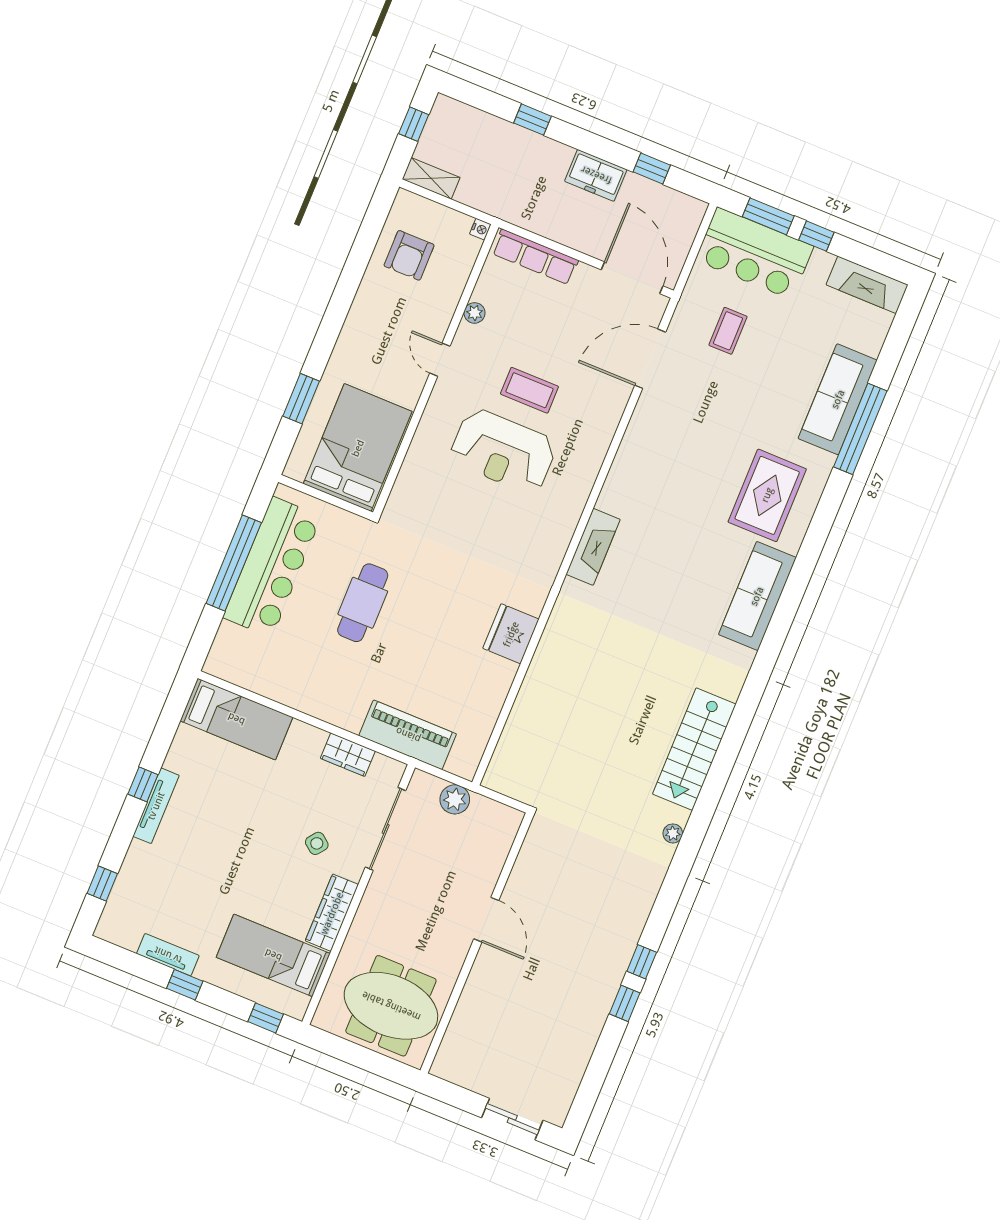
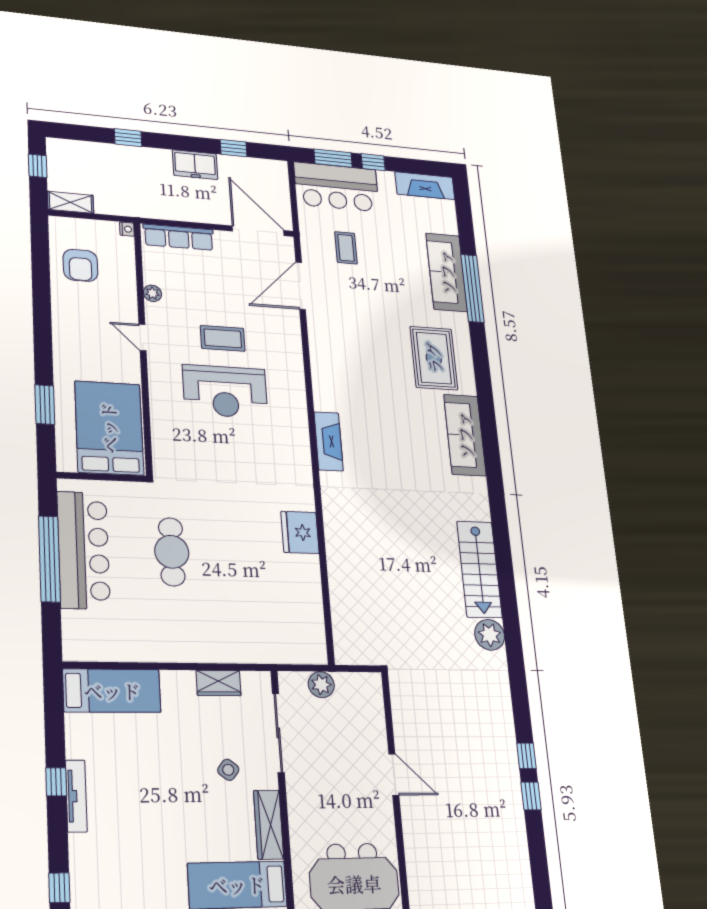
piano: (408, 735) -> (259, 646), removed
plant: (673, 833) -> (490, 635), width x1.87, depth x1.87

